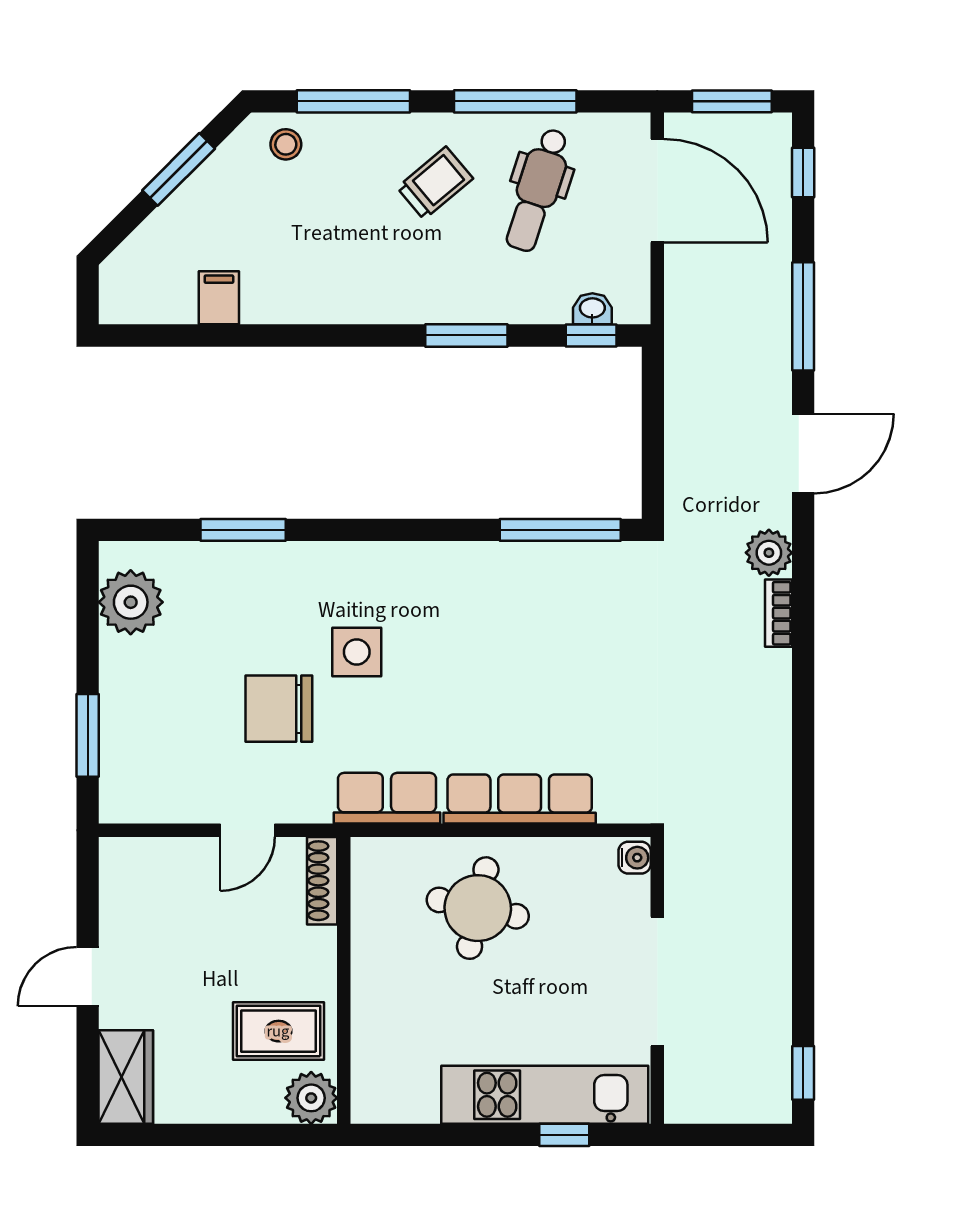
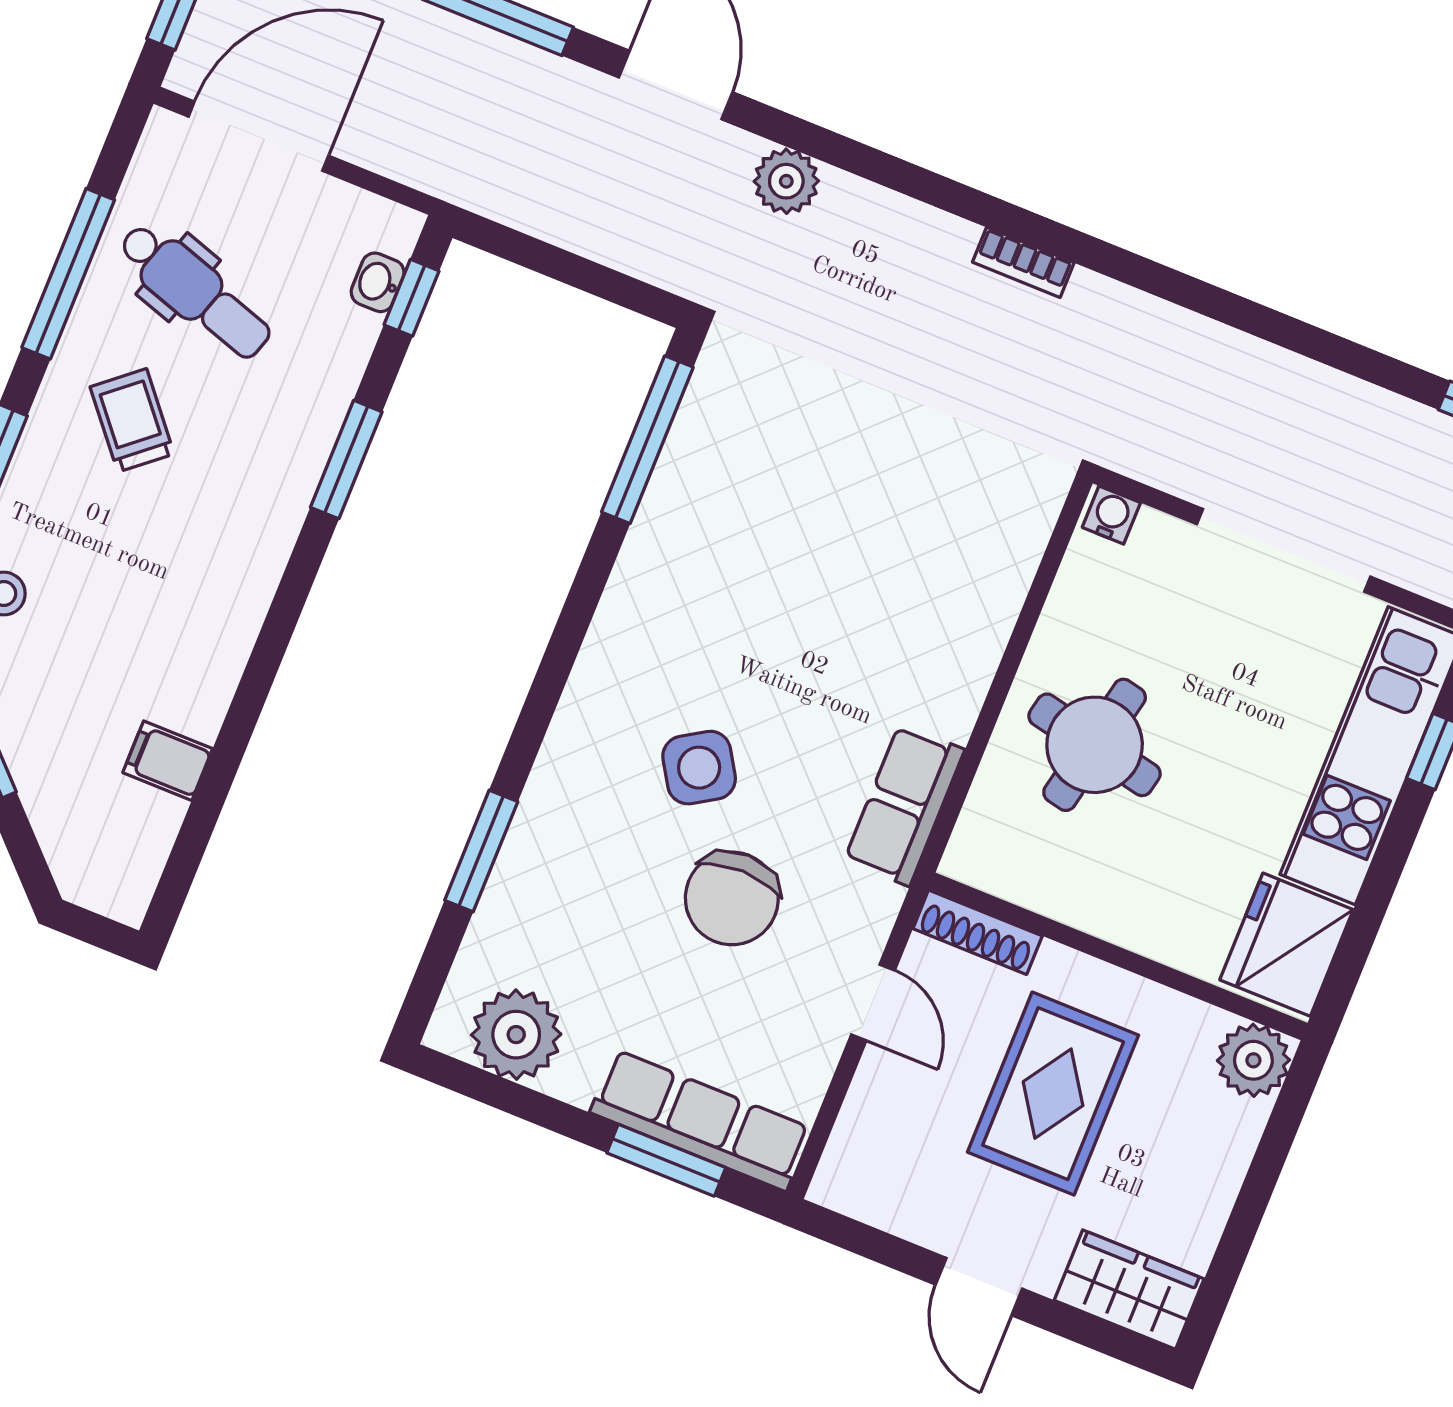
bookcase: (779, 613) -> (1023, 262), moved
side table: (357, 652) -> (699, 768), turned -32
row of seats: (520, 799) -> (701, 1120), moved, turned 90
rug: (278, 1031) -> (1053, 1094), moved, width x1.36, depth x1.43
fridge: (397, 1089) -> (1287, 945), added

